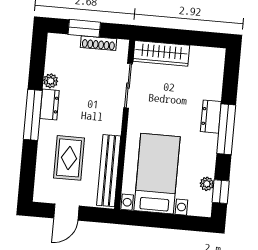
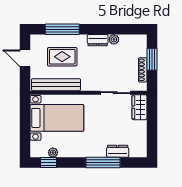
wardrobe: (161, 53) -> (139, 107), width x0.67
window: (33, 115) -> (62, 29), moved
dresser: (211, 117) -> (118, 151), moved
window: (226, 129) -> (103, 163), moved

